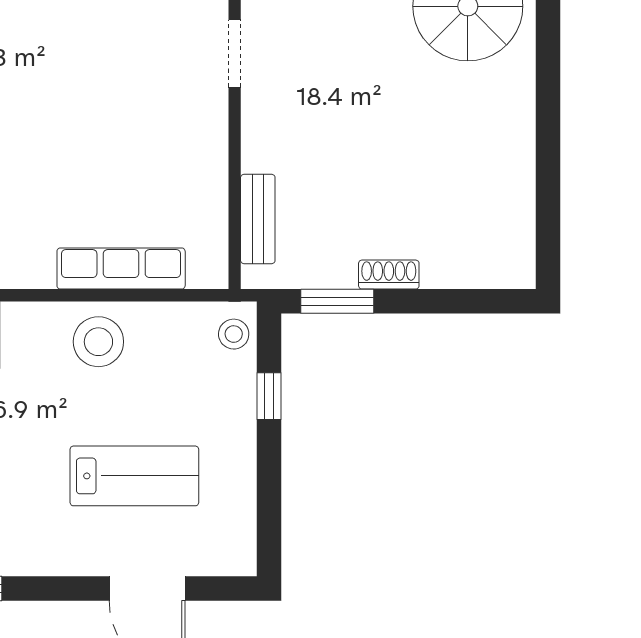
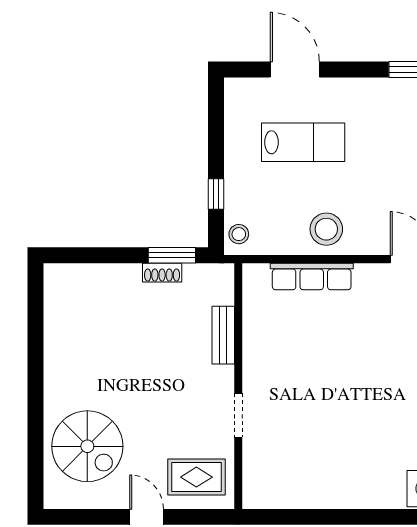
bench: (258, 219) -> (223, 335), moved
shoe rack: (389, 275) -> (162, 273), moved
lab bench: (134, 476) -> (303, 142), turned 180

